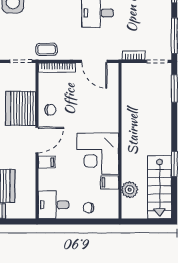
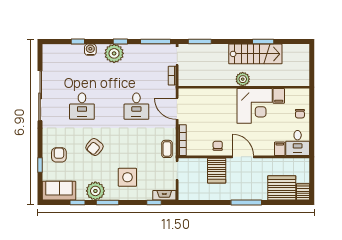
door: (94, 61) -> (177, 109), swing flipped
server rack: (21, 108) -> (217, 171), width x0.63
filing cabinet: (47, 162) -> (280, 149), moved
stairs: (160, 187) -> (255, 54), moved
plant: (130, 190) -> (243, 79), moved

